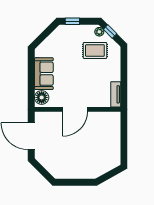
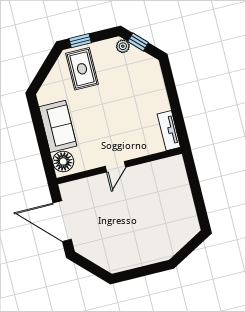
rug: (95, 50) -> (82, 69), moved, turned 90
door: (75, 109) -> (115, 167), width x0.53

